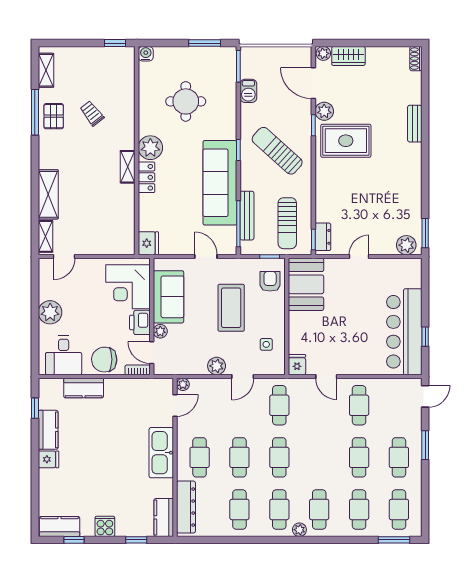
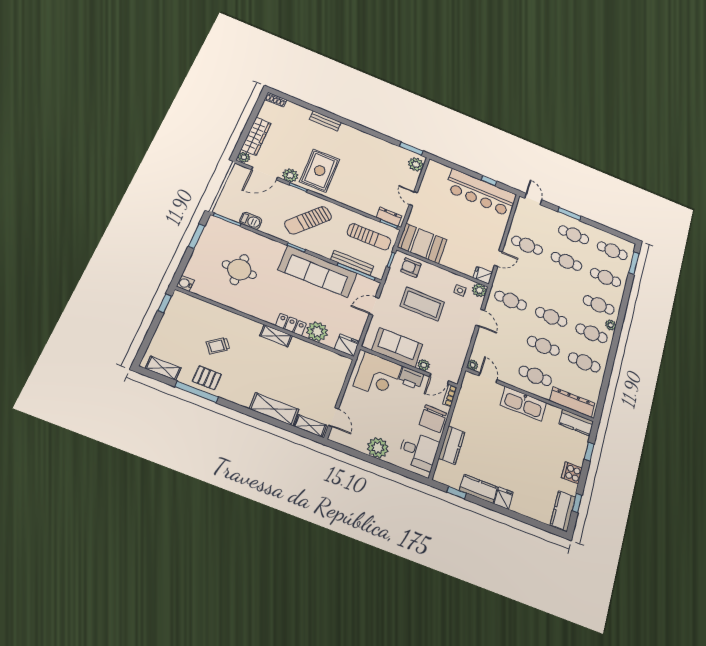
wardrobe: (348, 56) -> (256, 136), width x1.50
plant: (150, 148) -> (317, 332), moved
plant: (217, 366) -> (479, 290), moved

